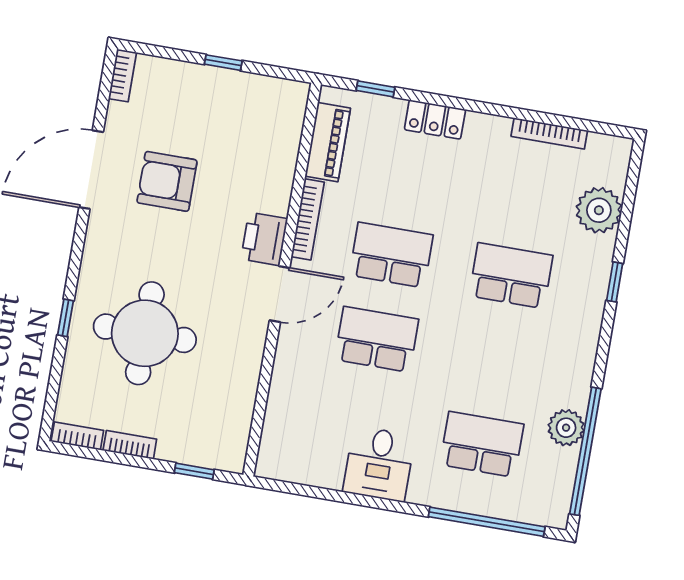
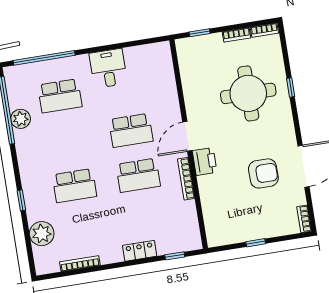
piano: (328, 142) -> (189, 221), removed

